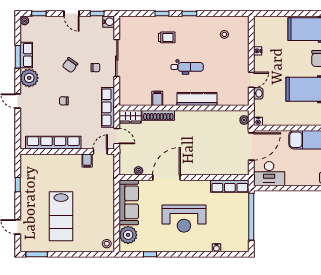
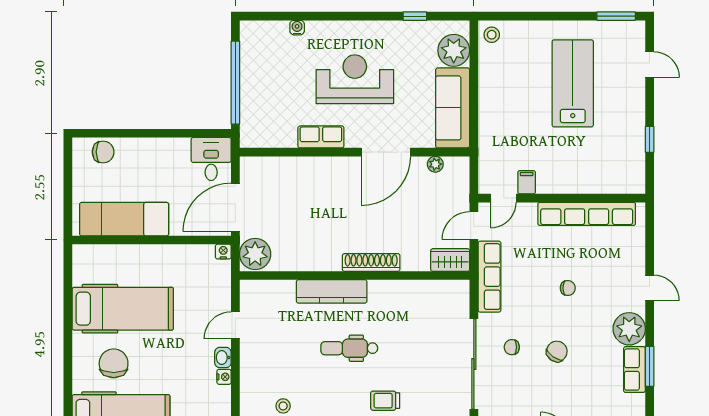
sliding door: (117, 58) -> (474, 364), width x1.36
washbasin: (258, 93) -> (223, 358), moved
filing cabinet: (157, 98) -> (402, 292), removed
shoe rack: (158, 115) -> (371, 262), moved
plant: (244, 120) -> (255, 254), width x1.87, depth x1.87
door: (117, 136) -> (474, 226), hinge flipped
desk: (269, 174) -> (211, 159), width x0.73
row of seats: (230, 186) -> (321, 137), moved, width x0.68

